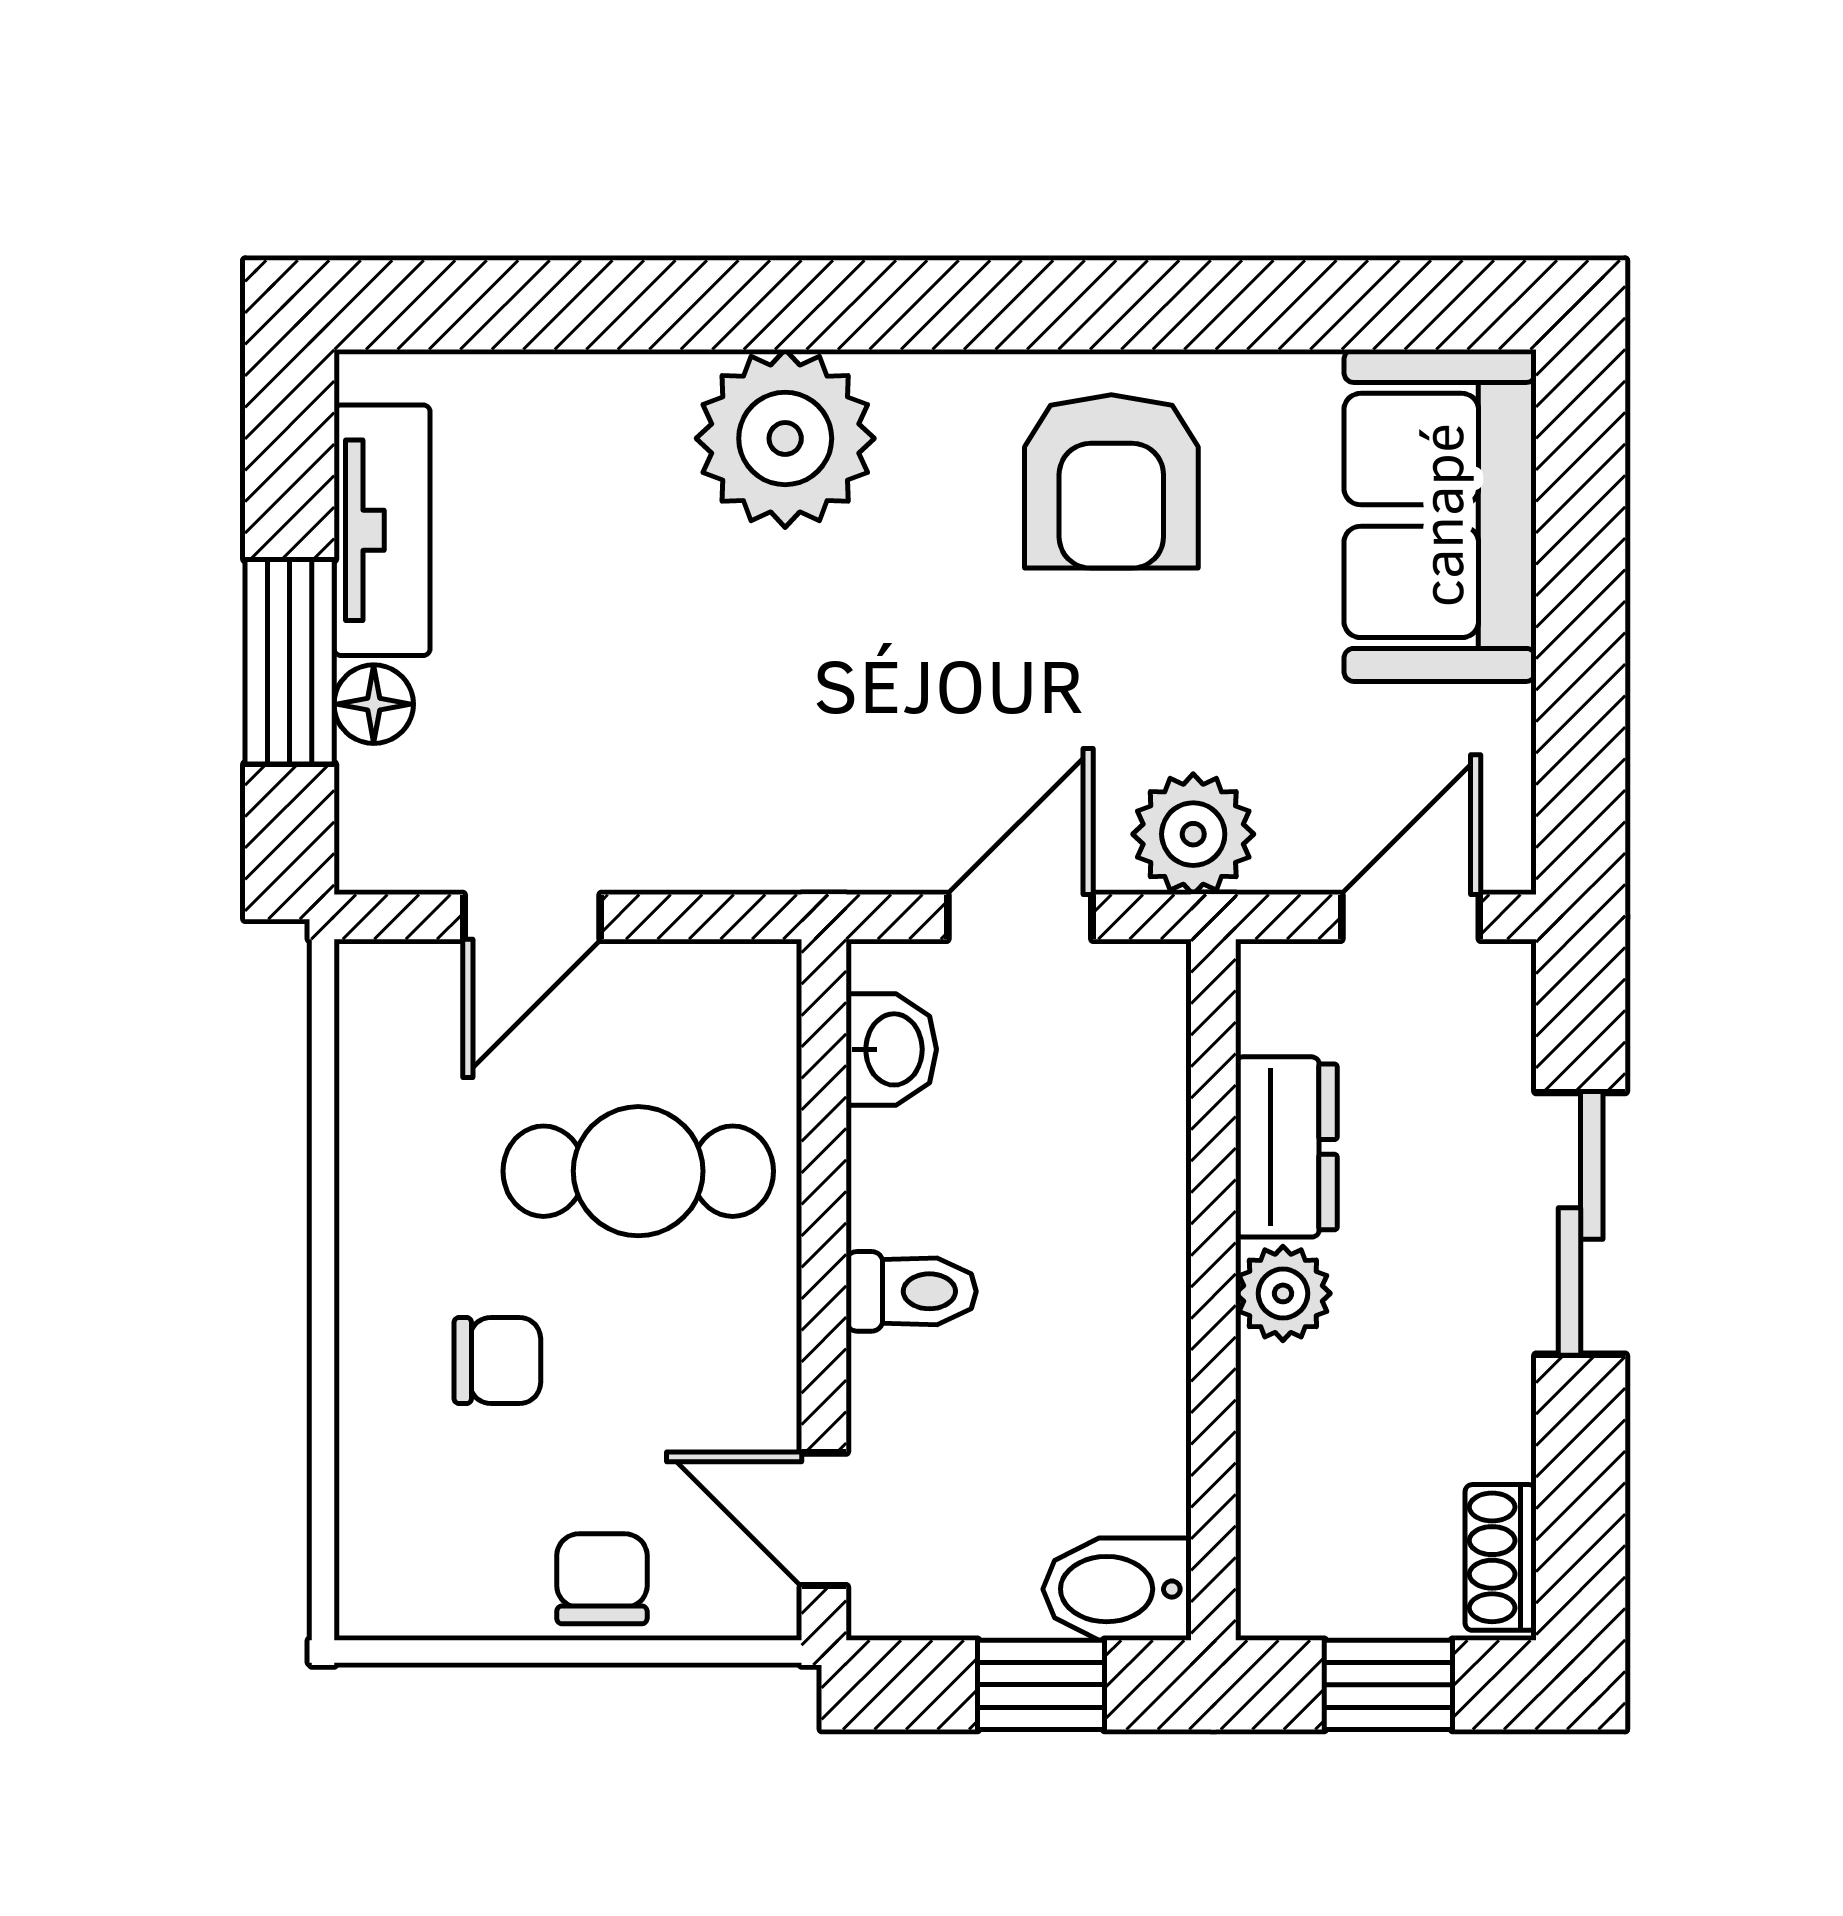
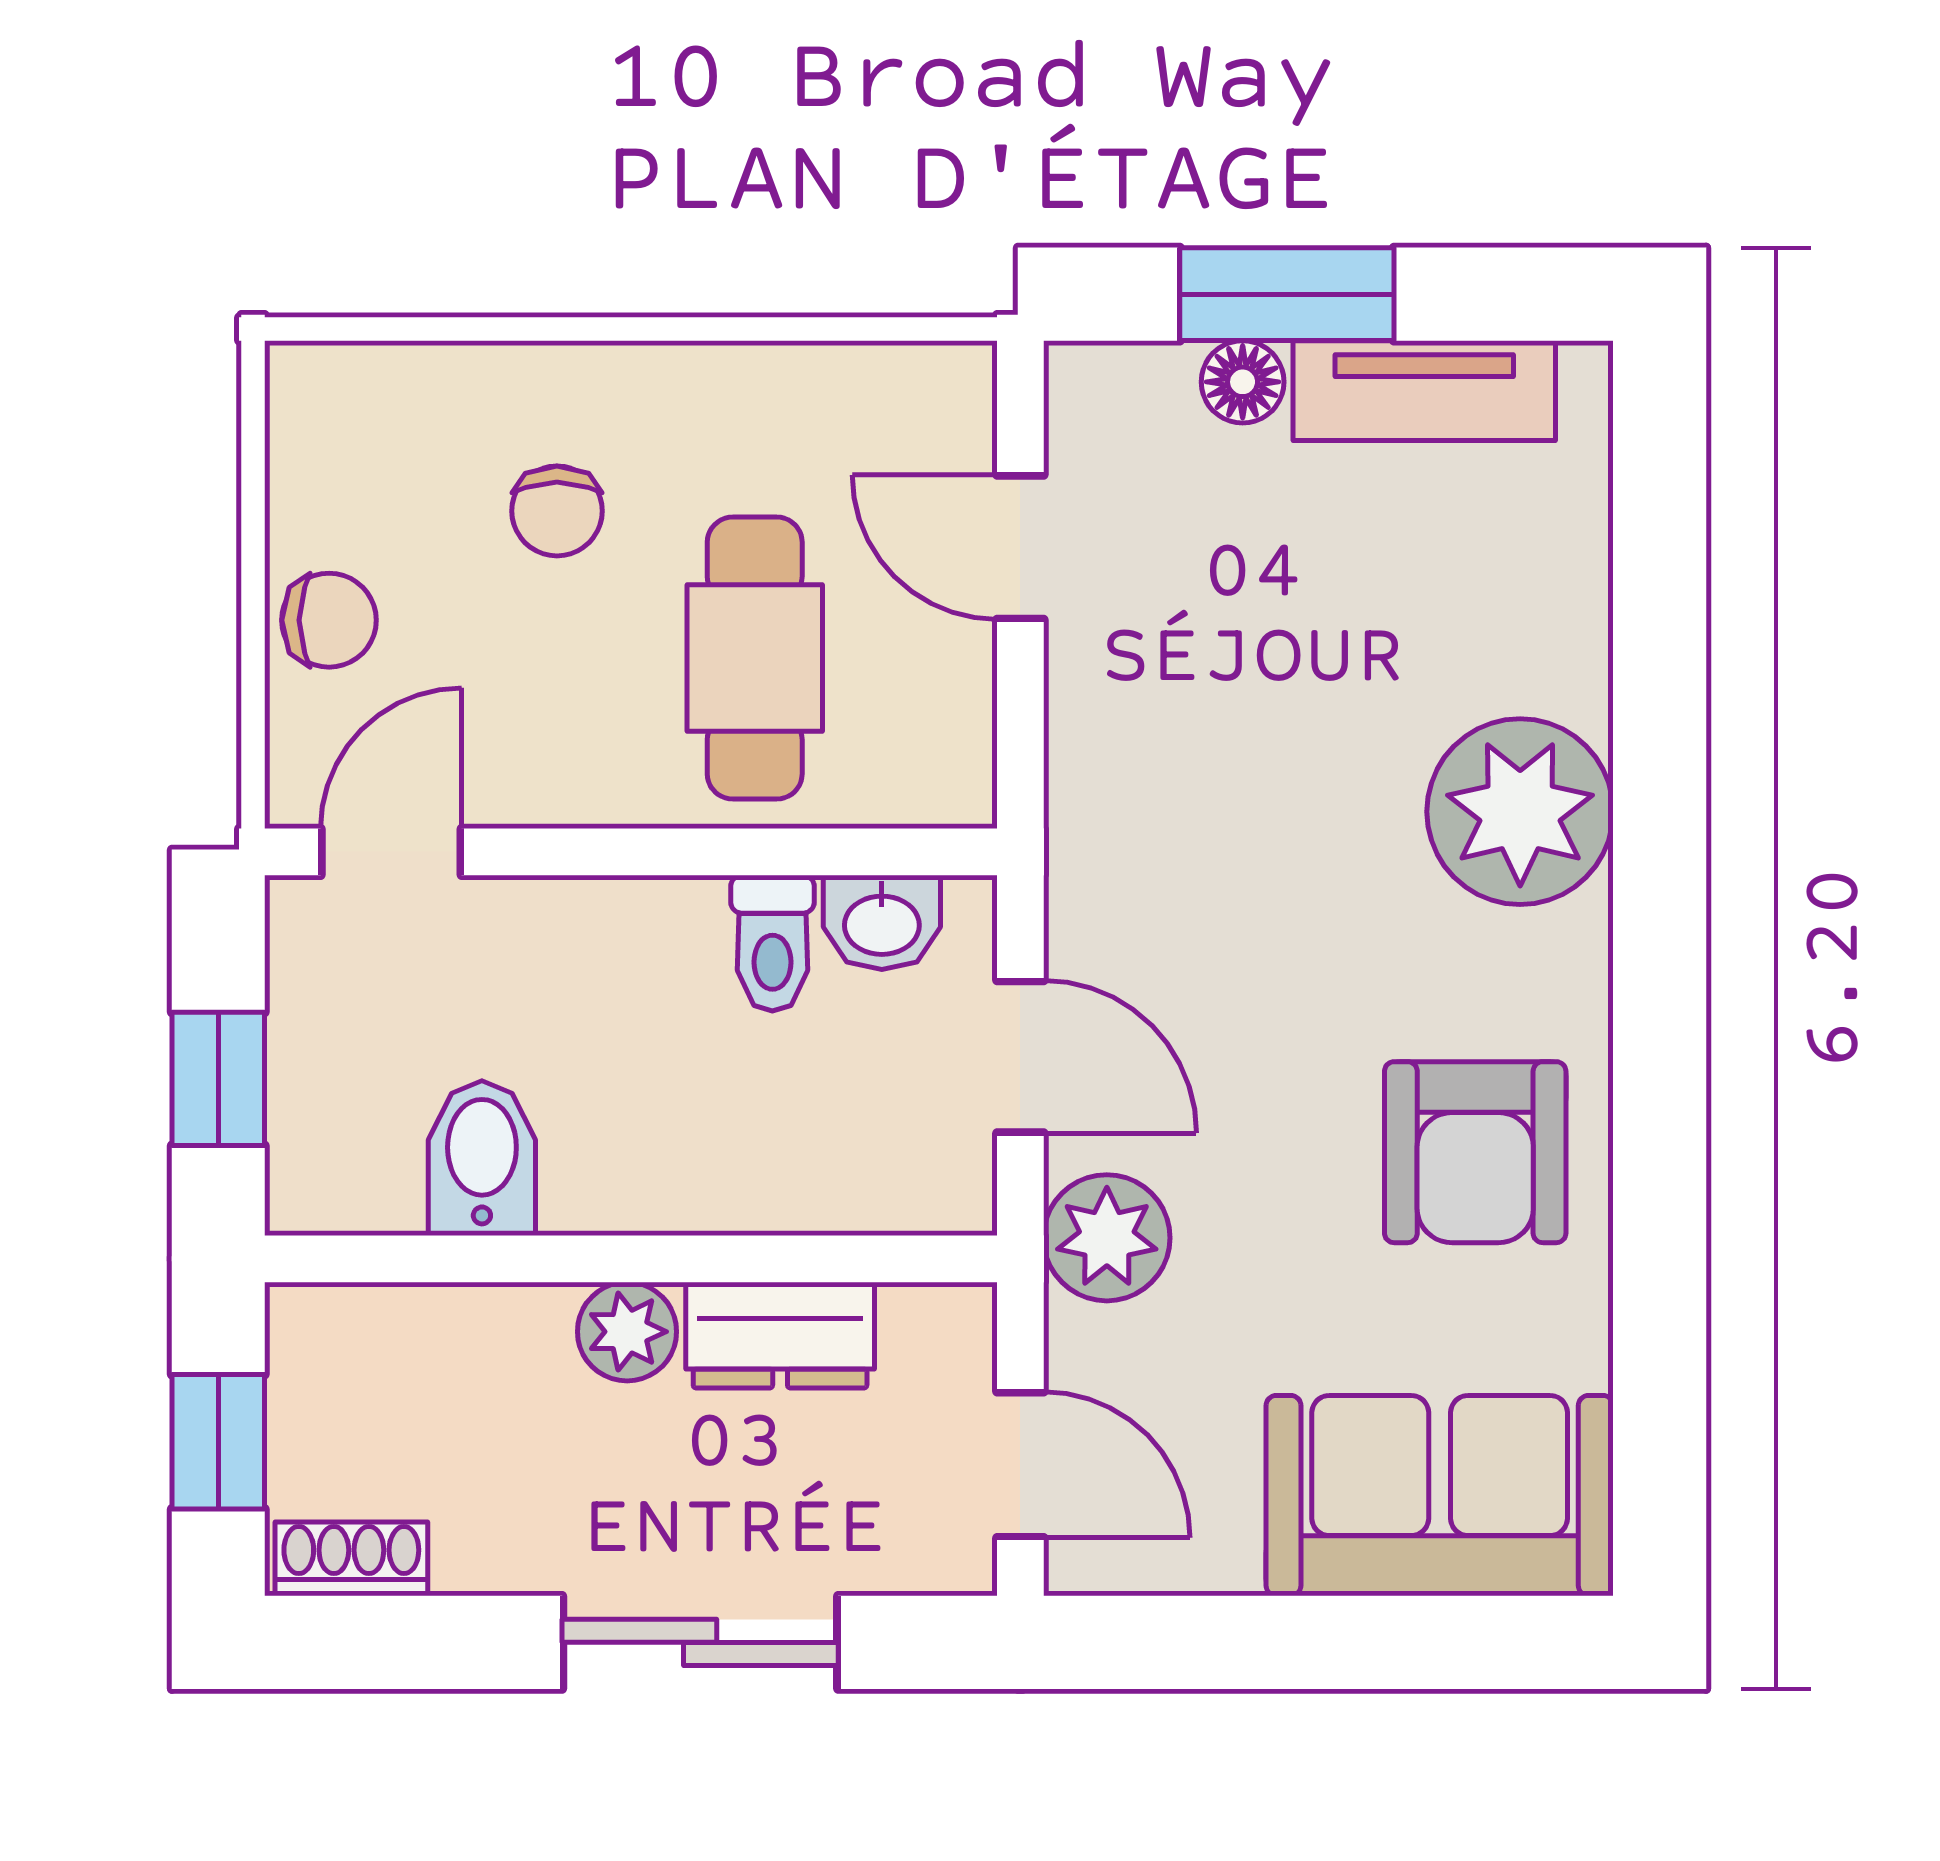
armchair: (1111, 481) -> (1475, 1152), turned -90
toilet: (911, 1291) -> (772, 943), moved
bidet: (1117, 1589) -> (482, 1158), moved

